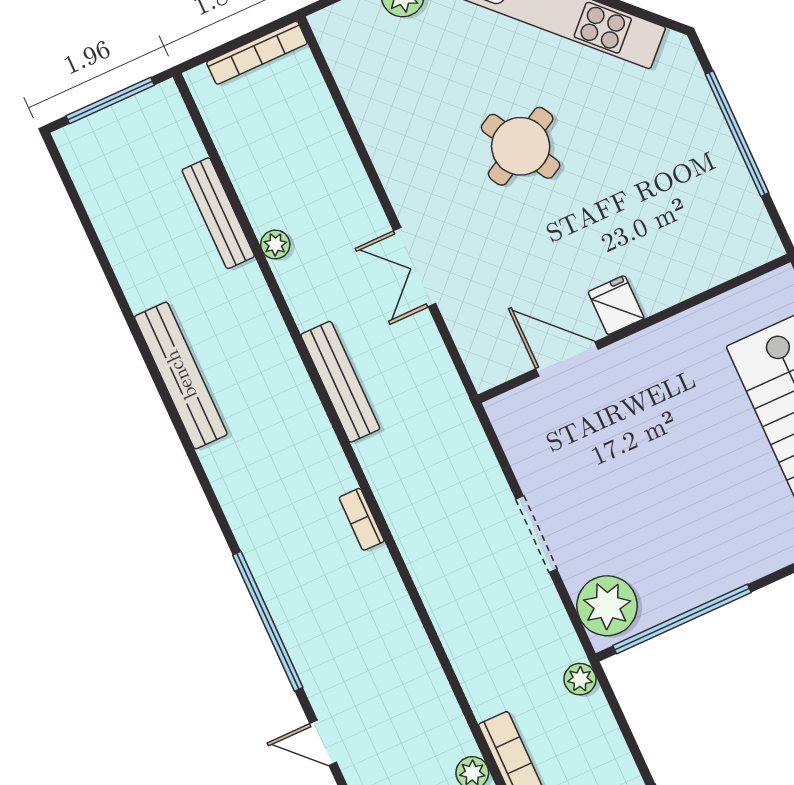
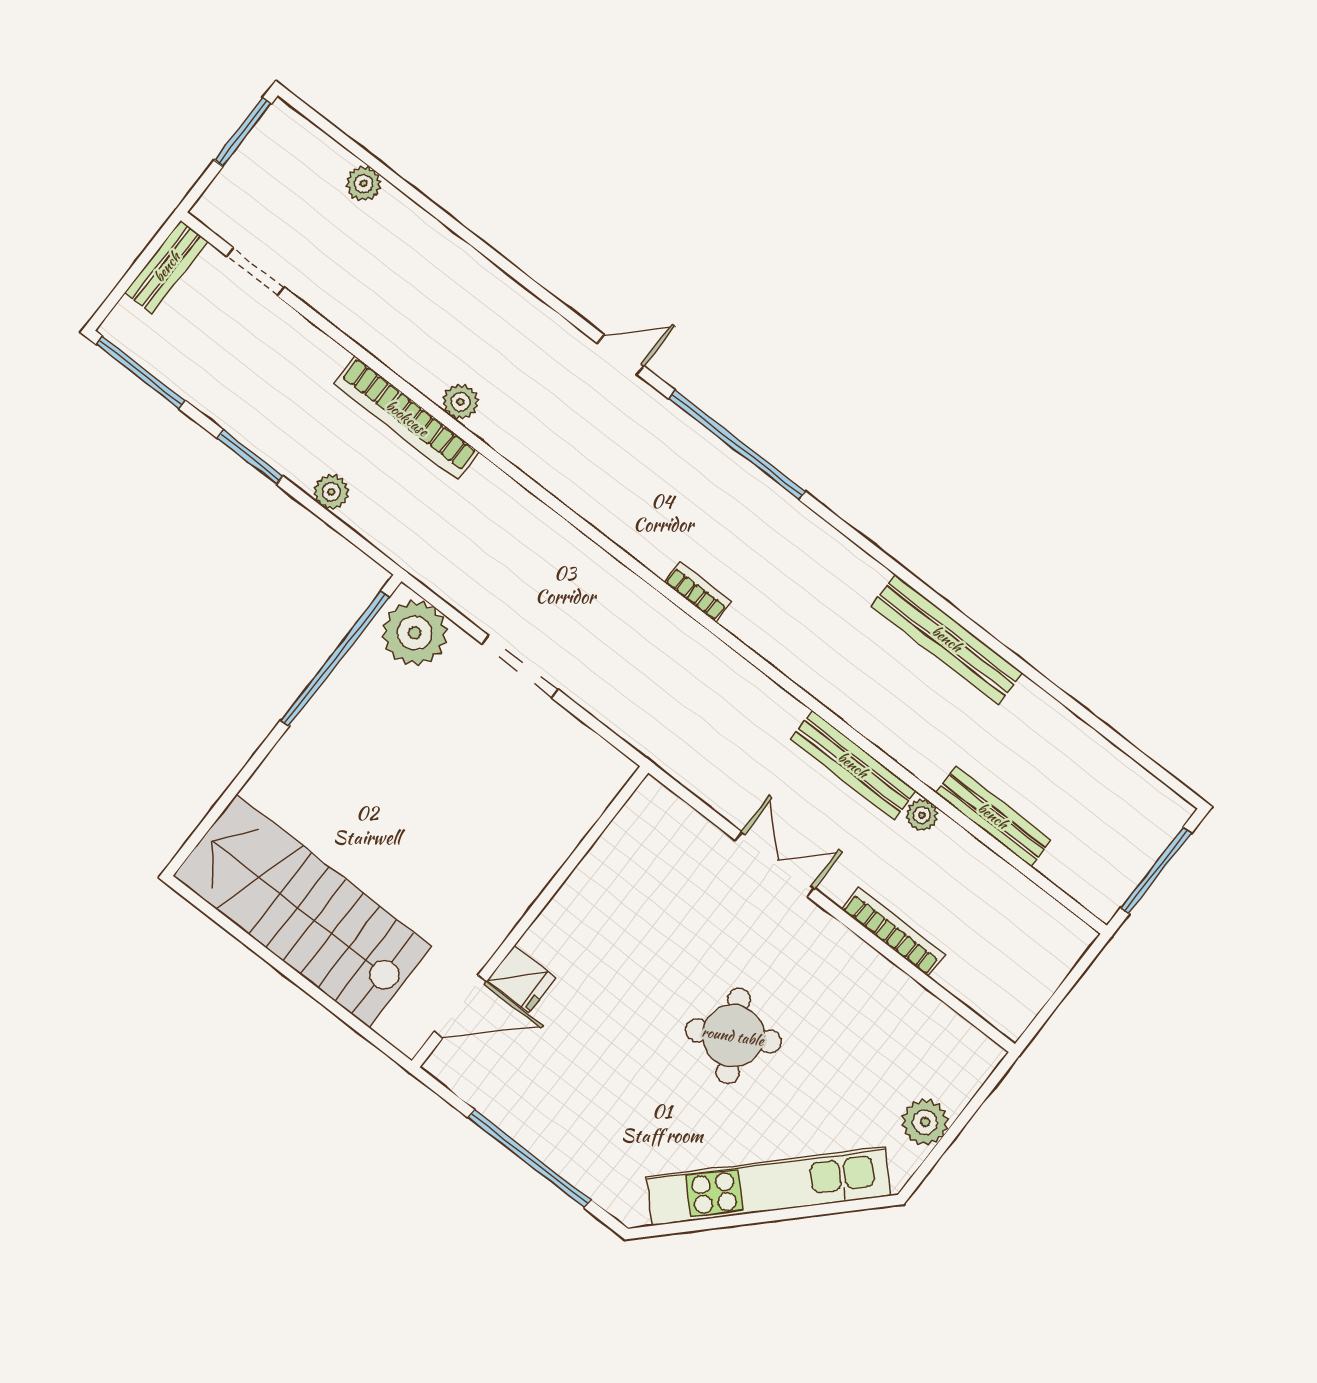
bookcase: (257, 53) -> (893, 932), moved, turned 90
fridge: (616, 305) -> (521, 979), moved
door: (567, 359) -> (460, 1007), moved
bench: (340, 382) -> (853, 765), moved
plant: (580, 679) -> (331, 492), moved

